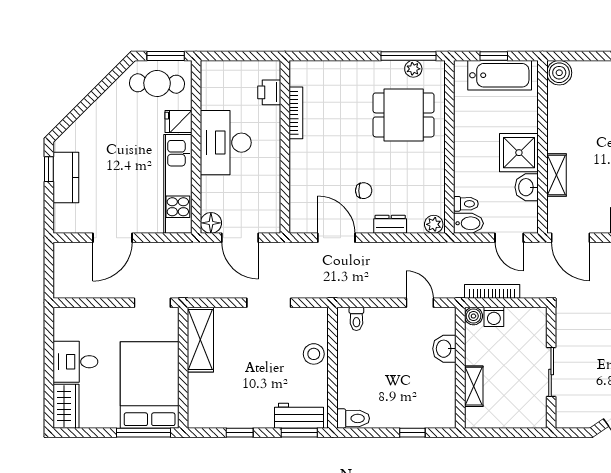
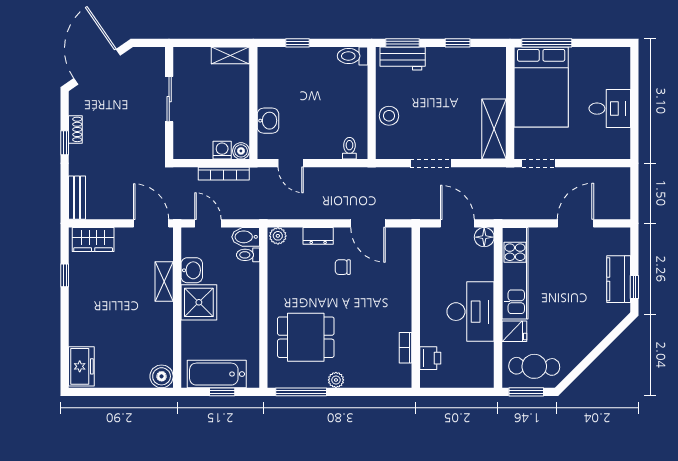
plant: (413, 69) -> (336, 380), moved
bookcase: (296, 113) -> (406, 348), width x0.64
shelving: (474, 386) -> (230, 55), moved, turned 90
wardrobe: (66, 406) -> (618, 67), removed

